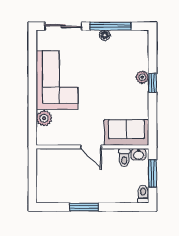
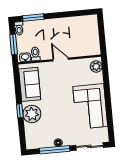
plant: (142, 77) -> (32, 114), width x1.88, depth x1.88
plant: (44, 118) -> (96, 67), moved
sofa: (126, 133) -> (30, 84), moved, turned -90
window: (84, 207) -> (33, 17), moved

